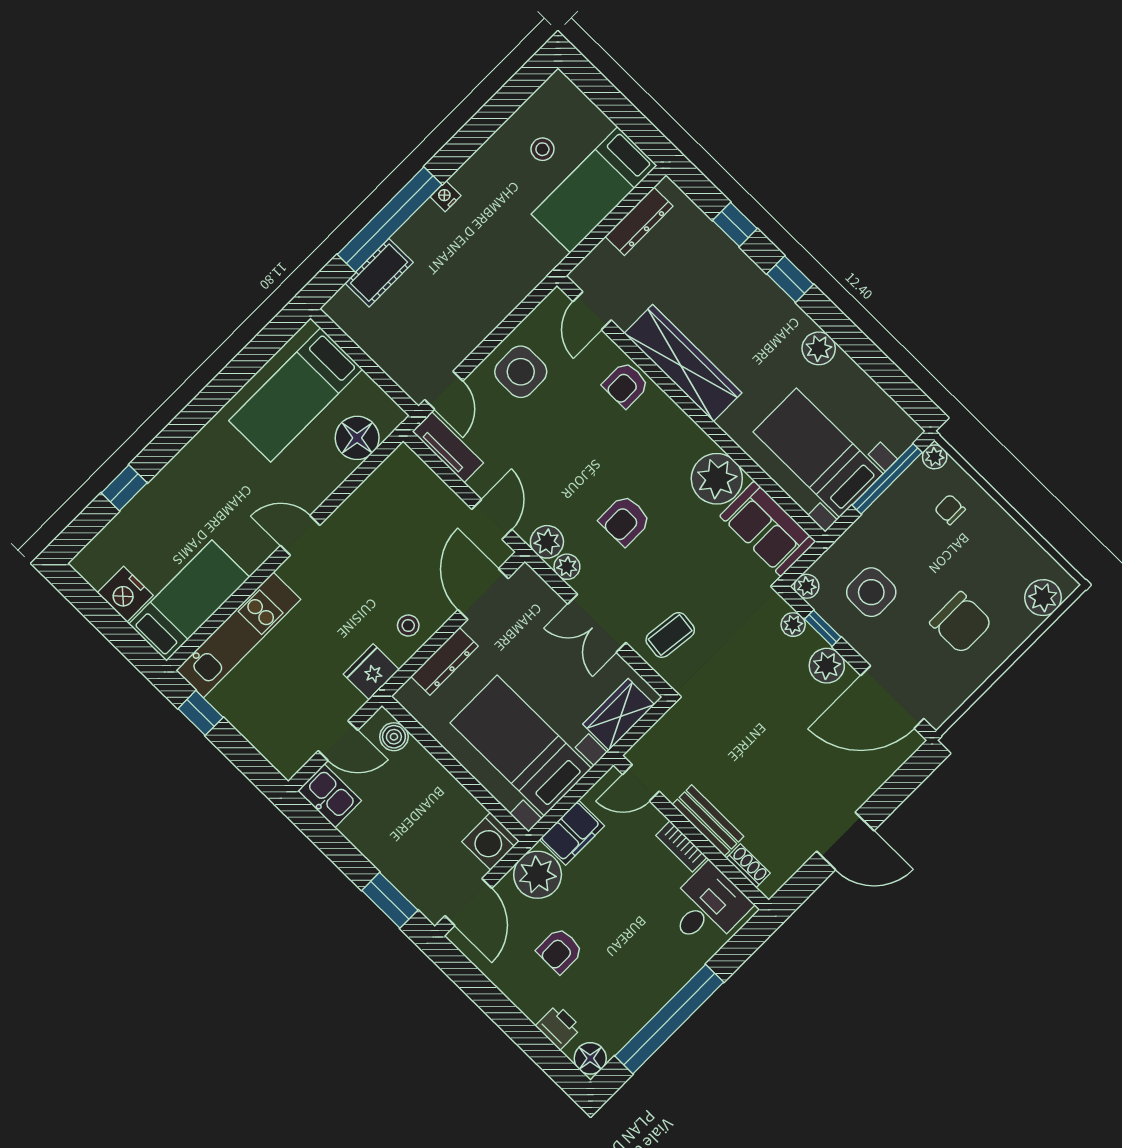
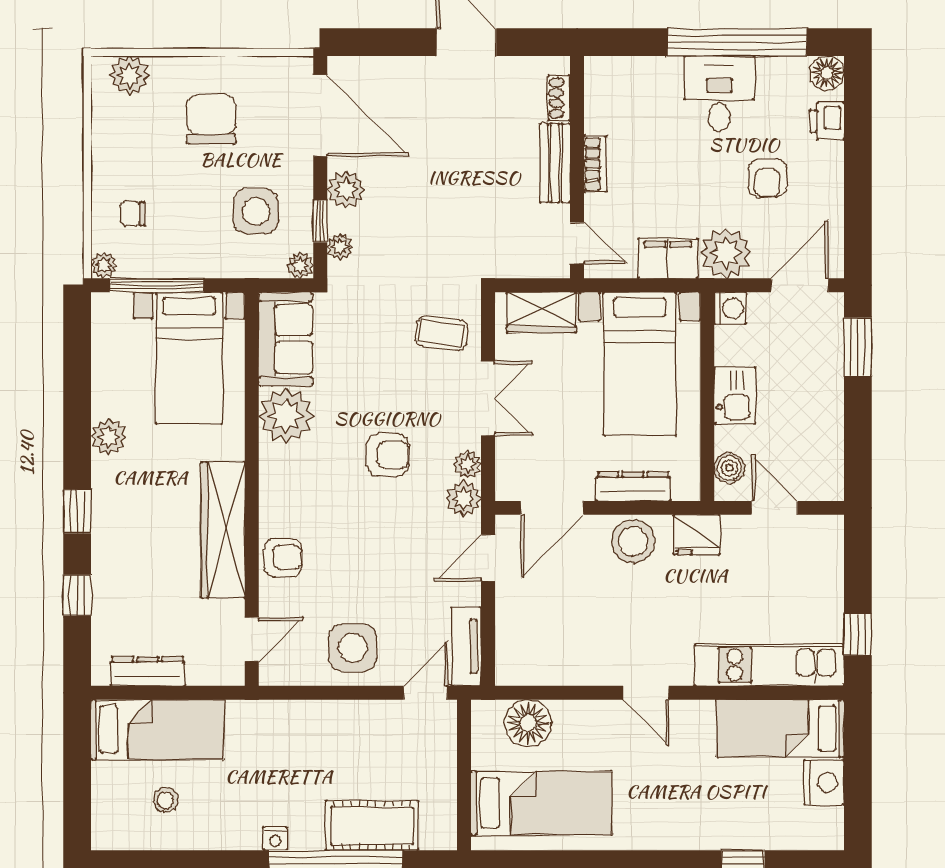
cot: (379, 273) -> (372, 826), width x1.37, depth x1.34
chair: (950, 509) -> (133, 214), turned 90
stool: (408, 626) -> (633, 541), width x1.89, depth x1.89
kitchen sink: (329, 796) -> (735, 396), moved, turned 180
washing machine: (491, 841) -> (730, 308), width x0.73, depth x0.73
desk: (707, 907) -> (719, 94), moved, turned 90
armchair: (560, 951) -> (767, 178), turned 90

